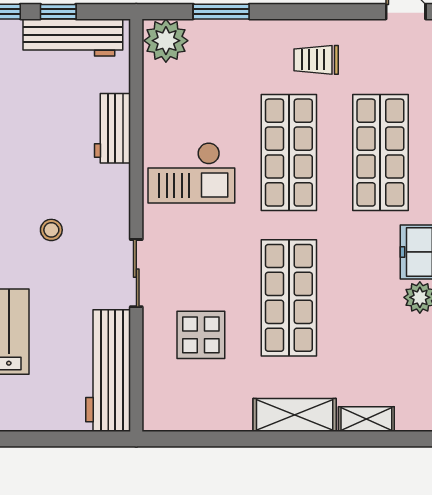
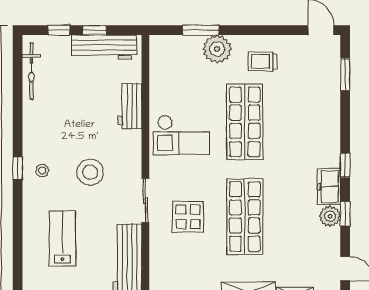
plant: (166, 41) -> (217, 49), moved
shop shelf: (380, 153) -> (304, 122), removed
stool: (51, 230) -> (90, 172), width x1.89, depth x1.89
display table: (201, 335) -> (188, 217), moved

